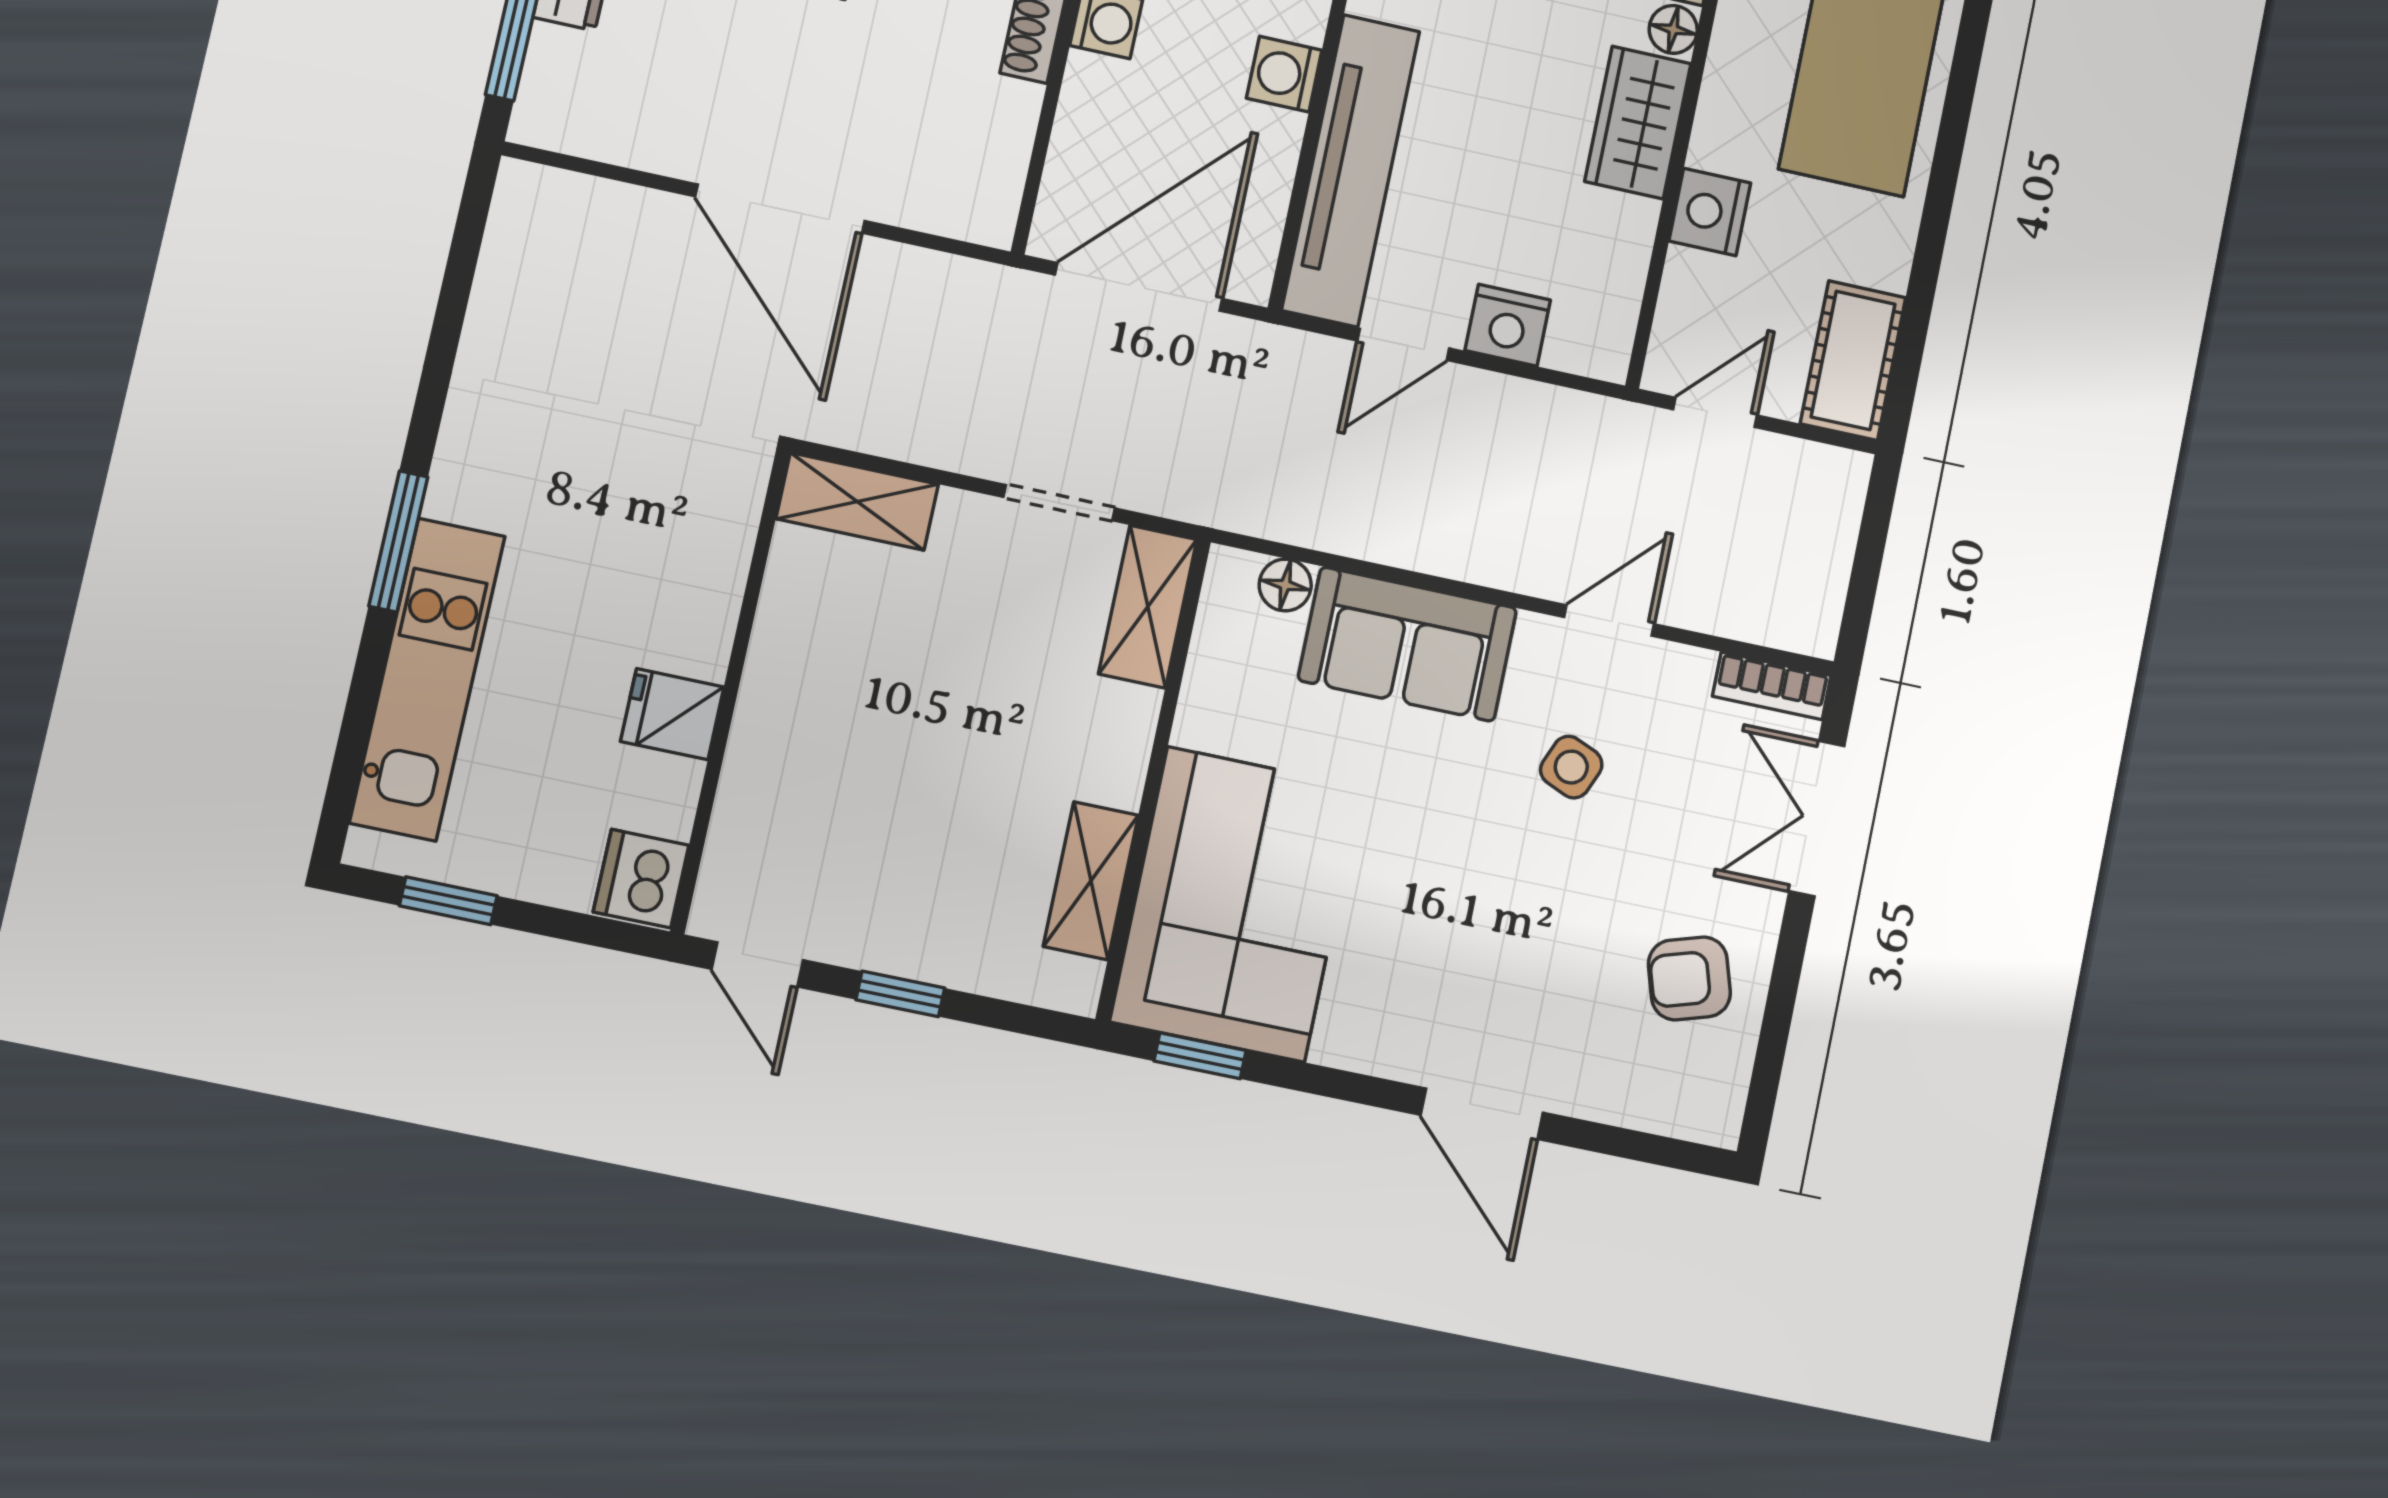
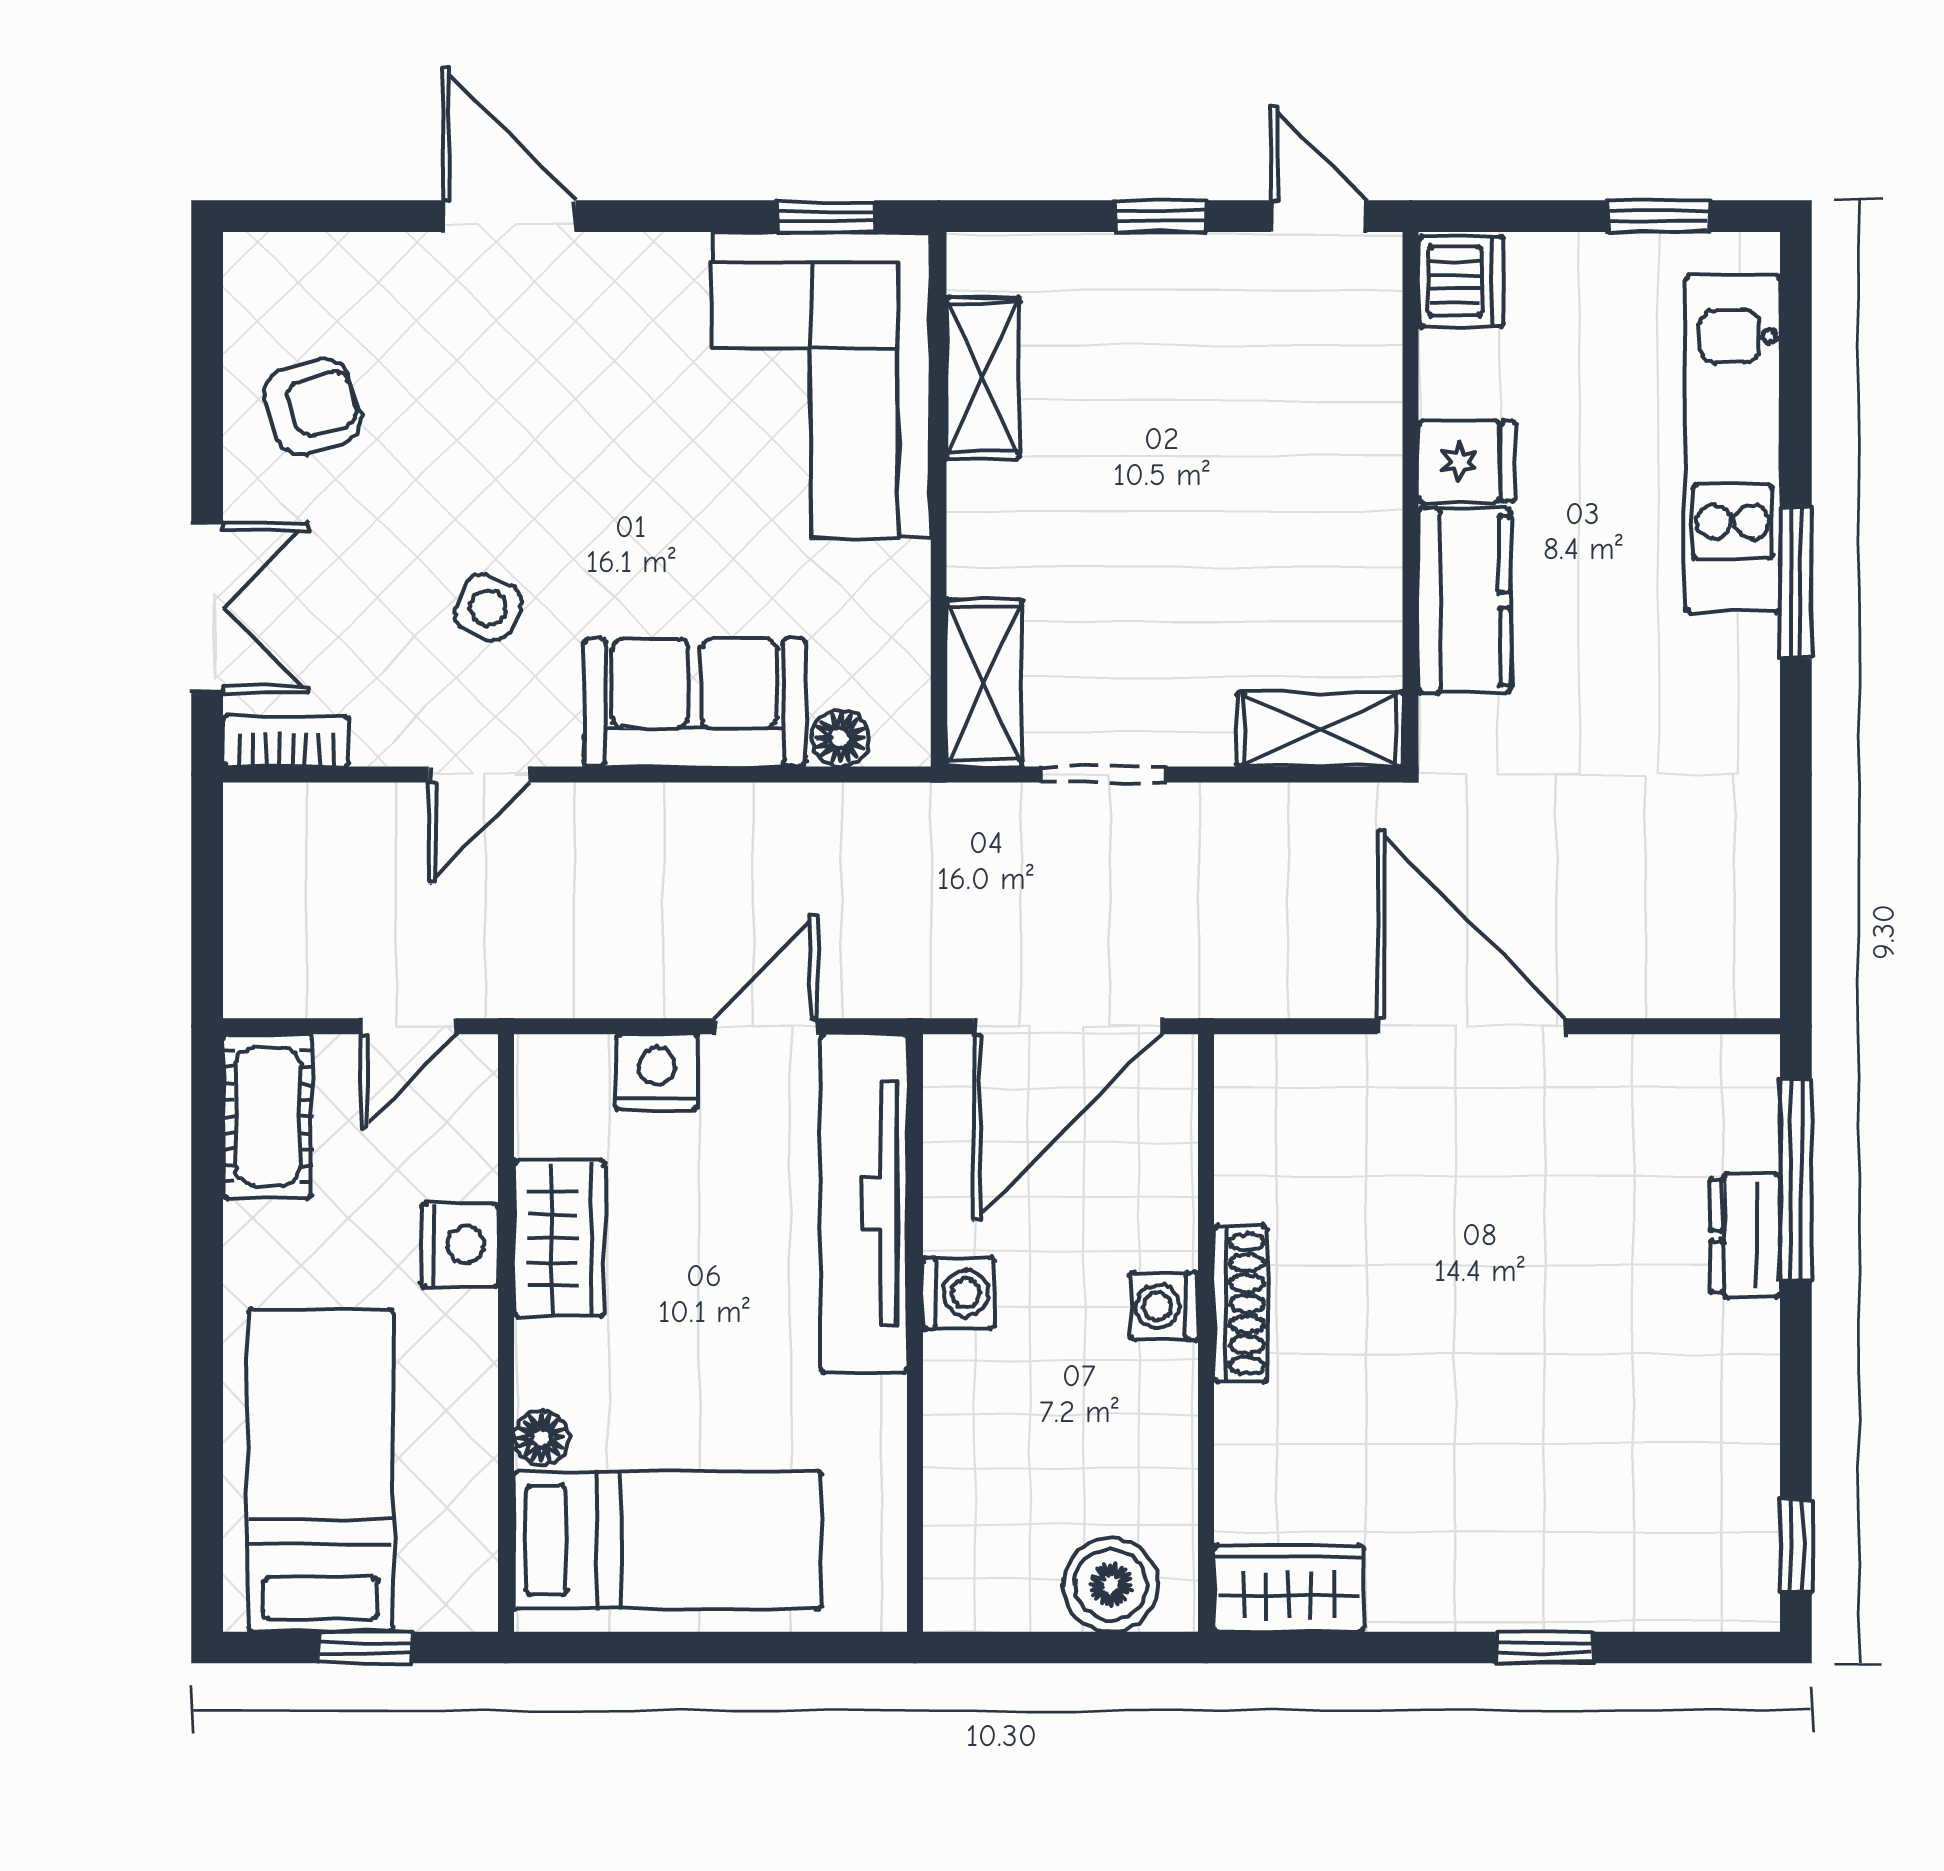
wardrobe: (1638, 122) -> (559, 1239), moved
kitchen counter: (702, 589) -> (1464, 601), added

